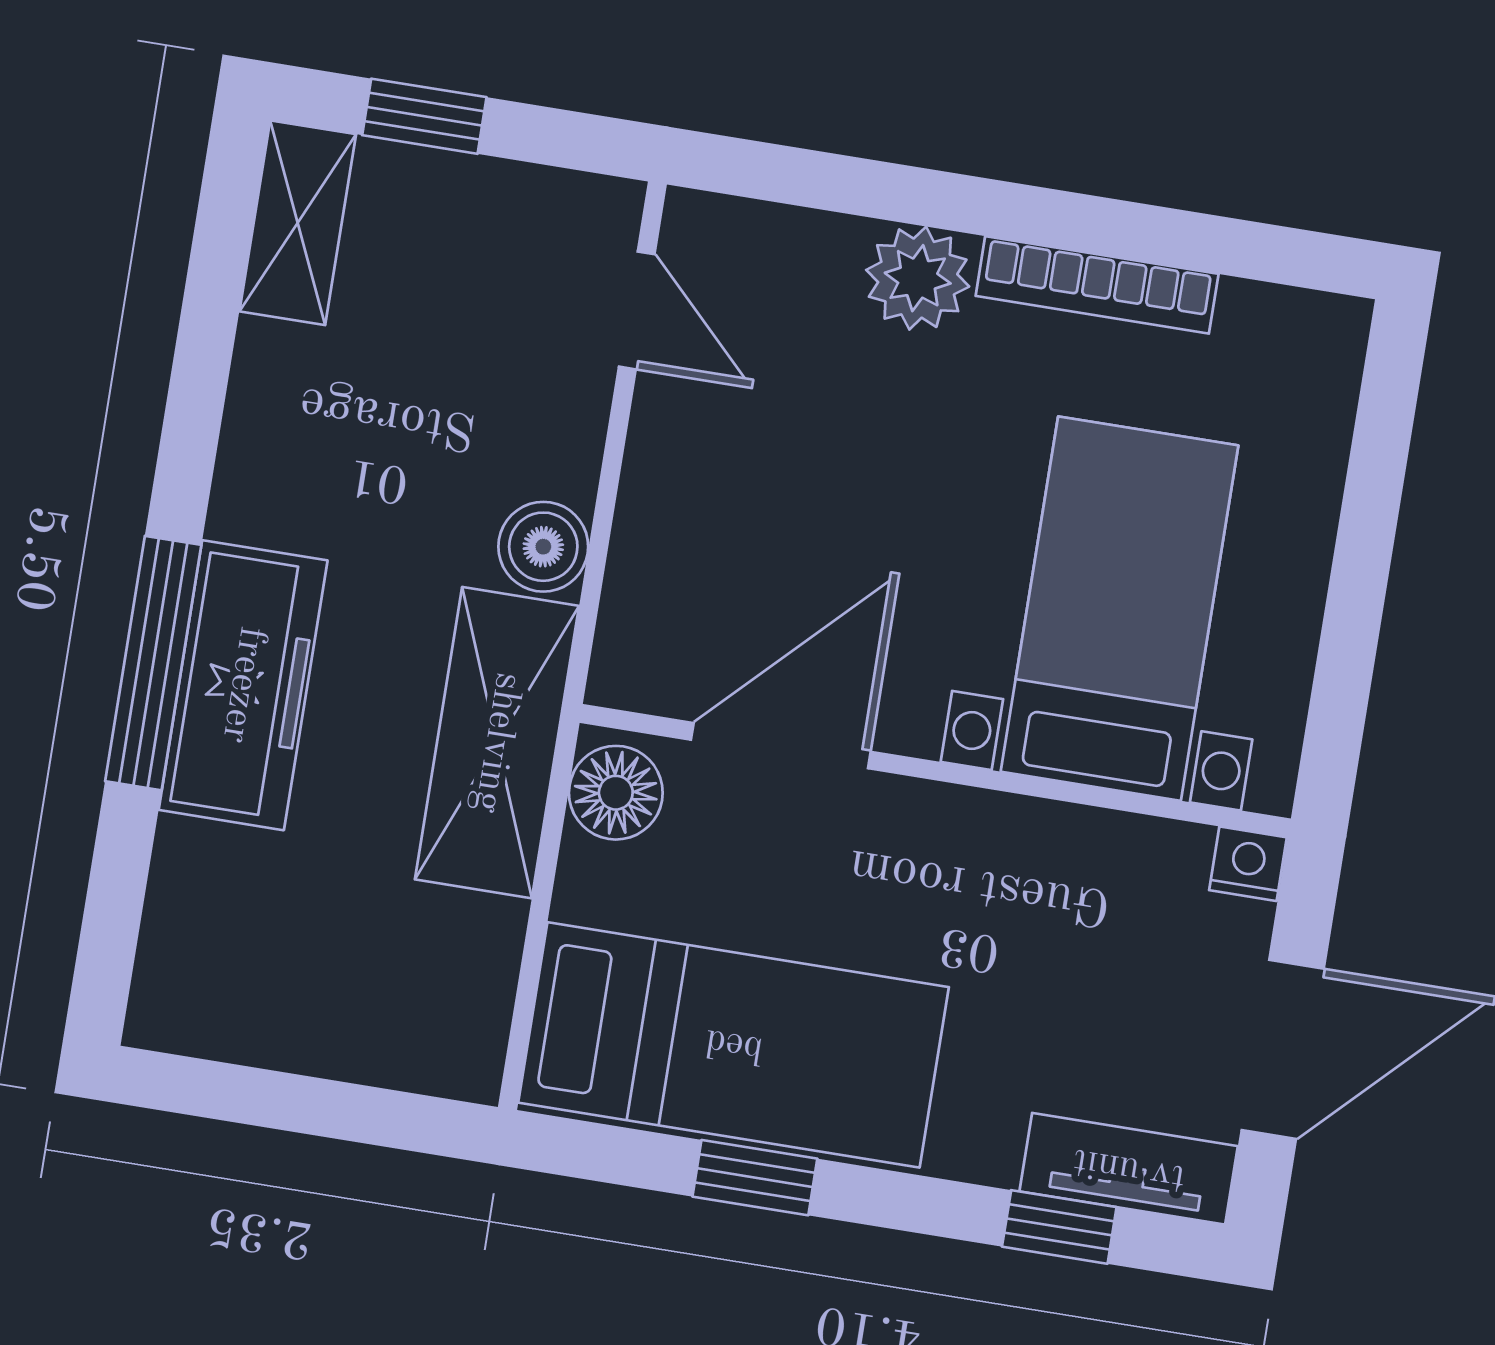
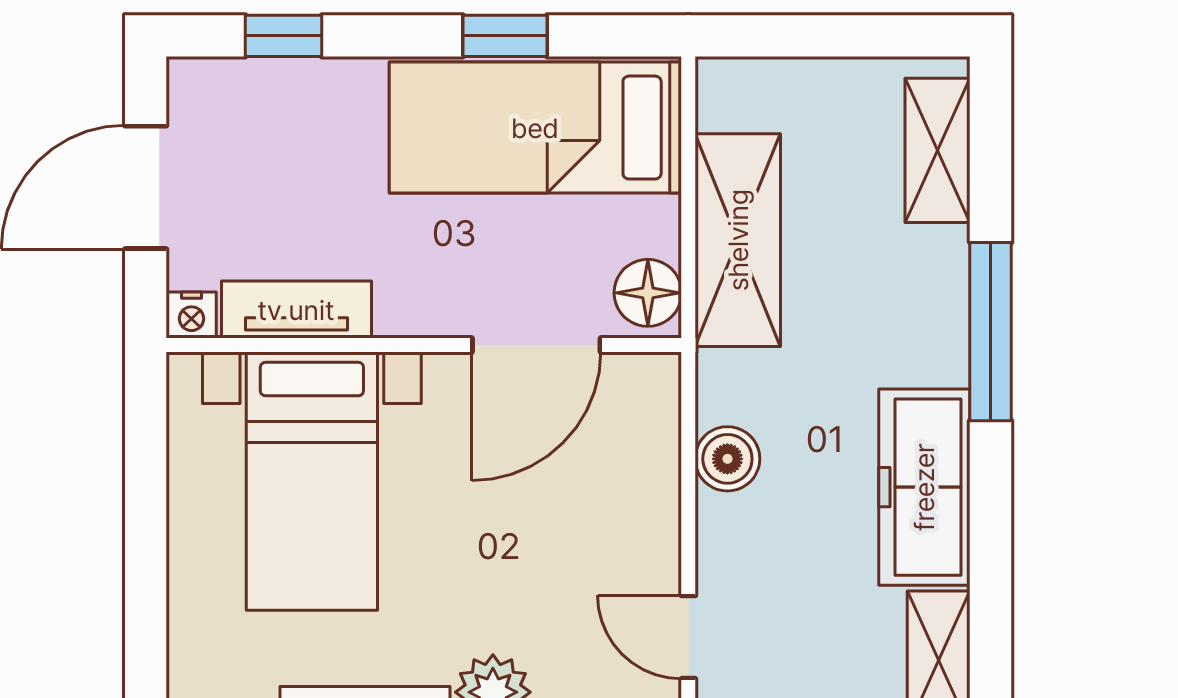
freezer: (243, 685) -> (924, 487), moved
shelving: (497, 743) -> (738, 240), moved
shelving: (186, 924) -> (937, 150), added
tv unit: (1129, 1169) -> (296, 310), moved, turned 180

